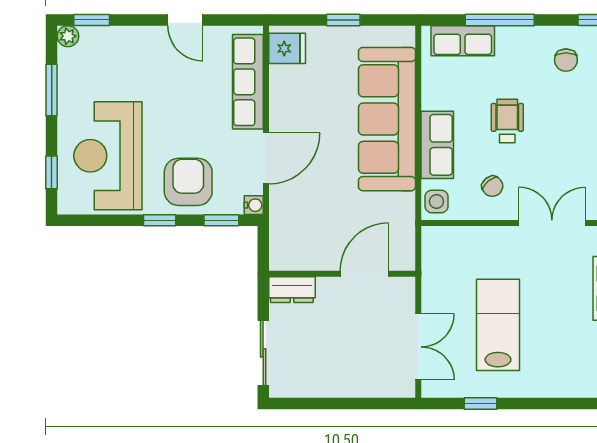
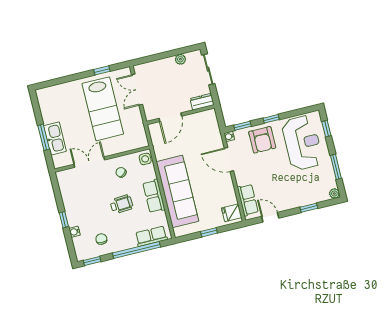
window: (92, 20) -> (309, 208), moved
door: (185, 20) -> (270, 217), moved
window: (500, 20) -> (136, 250), width x1.46
row of seats: (248, 82) -> (248, 200), width x0.68
wheelchair: (507, 121) -> (122, 204), turned -94
row of seats: (437, 145) -> (154, 196), moved
door: (266, 158) -> (229, 159), hinge flipped
double door: (552, 223) -> (89, 162), swing flipped
lab bench: (498, 325) -> (103, 109), width x1.36, depth x1.39
plant: (315, 387) -> (180, 59), added

